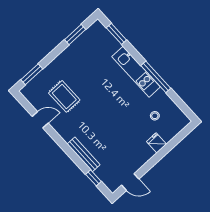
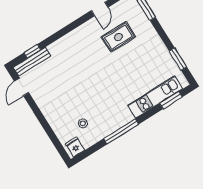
kitchen unit: (136, 72) -> (155, 97), moved
fridge: (156, 143) -> (75, 147), moved, turned -90
bench: (84, 154) -> (32, 62), moved

